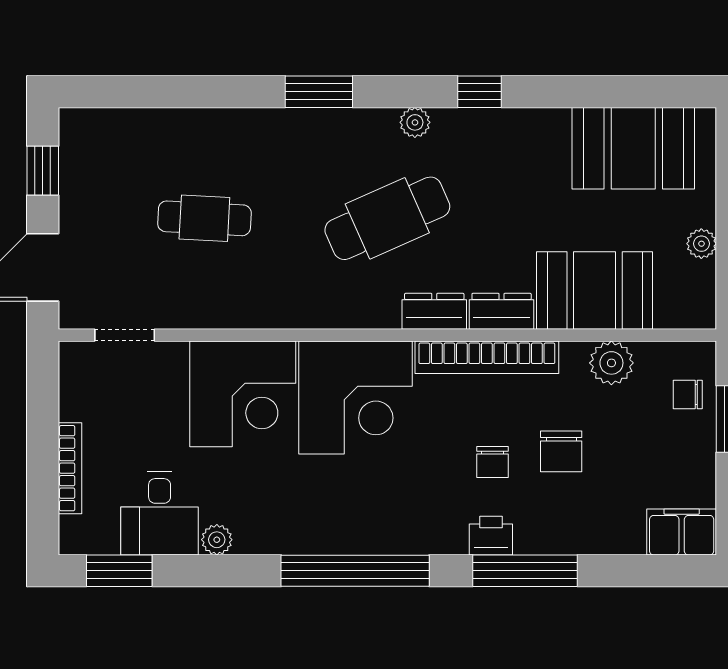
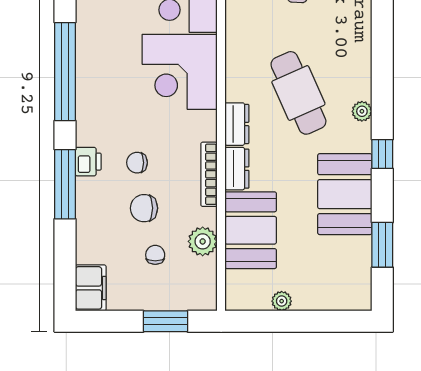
window: (319, 92) -> (382, 245), moved
booth: (633, 148) -> (345, 194), moved
bookcase: (487, 357) -> (209, 174), width x0.68, depth x0.76
chair: (688, 395) -> (155, 255), moved

